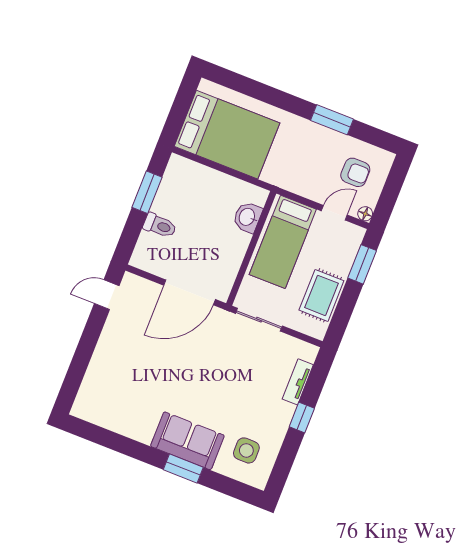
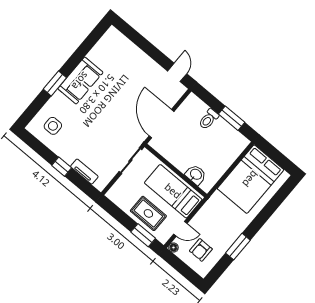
door: (334, 213) -> (180, 229), hinge flipped
rug: (321, 295) -> (148, 213), moved
sofa: (187, 441) -> (80, 81), moved

